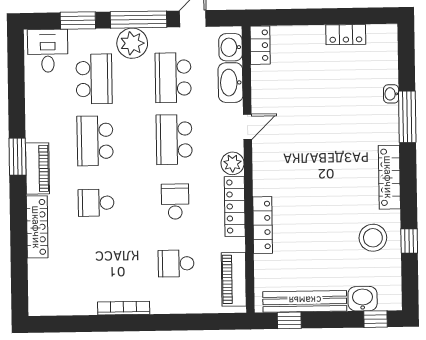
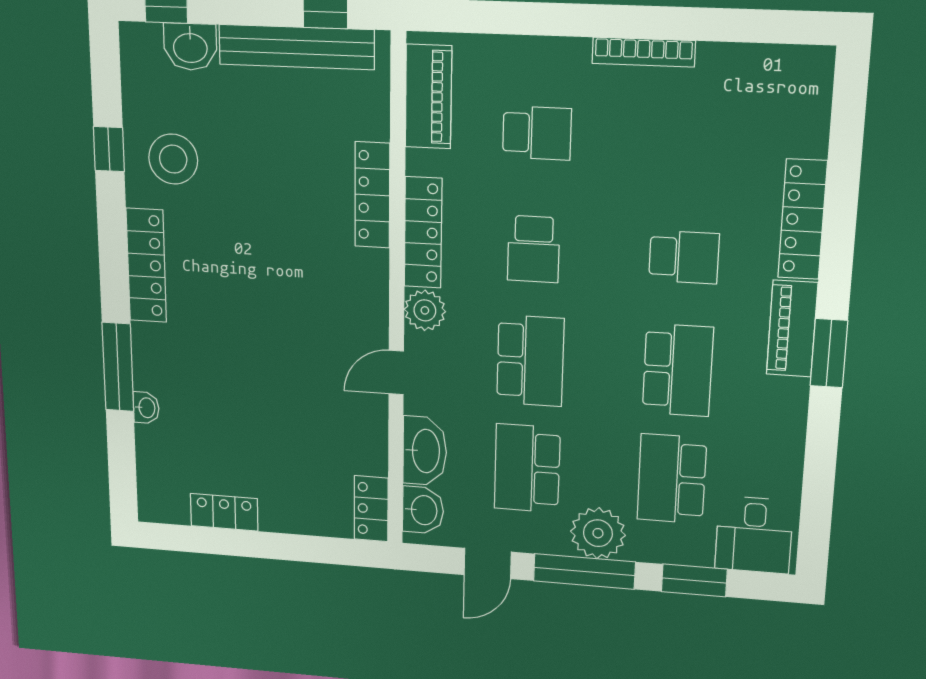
school desk: (173, 78) -> (527, 468), turned 180

